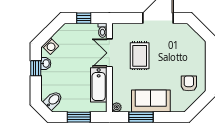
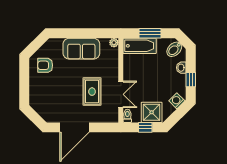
shower: (77, 34) -> (152, 112), added
washbasin: (46, 63) -> (181, 68), moved
armchair: (189, 83) -> (45, 65), turned 90
bathtub: (99, 85) -> (140, 46), moved, turned 90
window: (141, 117) -> (91, 33), removed

